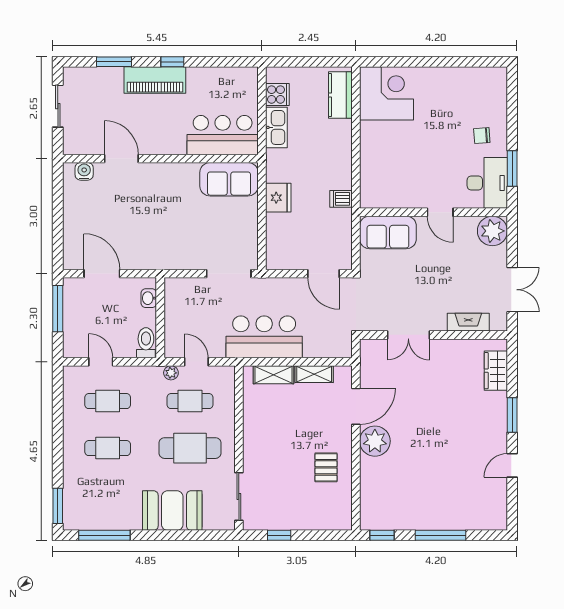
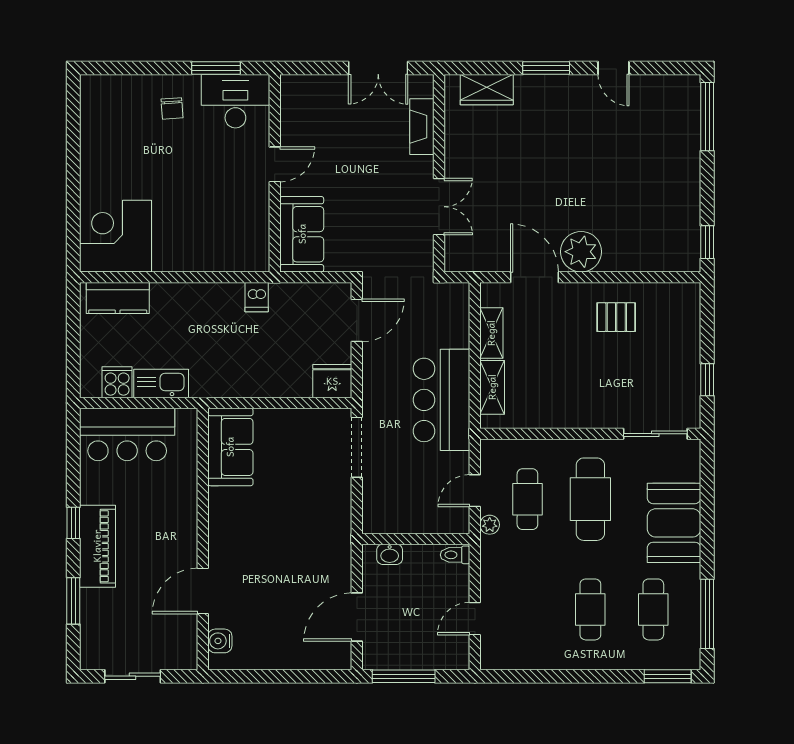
bar counter: (223, 135) -> (127, 434), moved, turned -90
fridge: (278, 198) -> (332, 381), moved
plant: (492, 231) -> (300, 94), removed
double door: (512, 290) -> (378, 68), swing flipped
toilet: (146, 343) -> (455, 555), width x0.73, depth x0.72
cafe table: (108, 401) -> (653, 609), moved
window: (441, 535) -> (707, 117), moved

